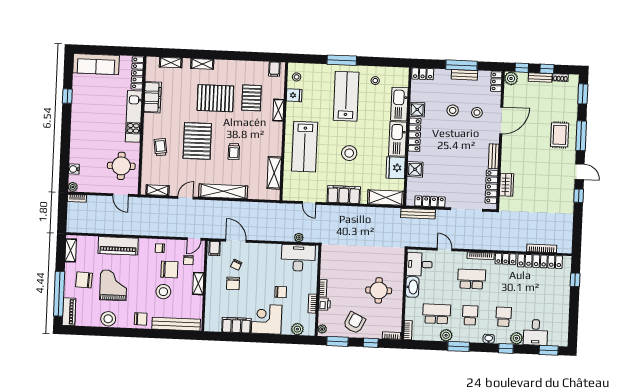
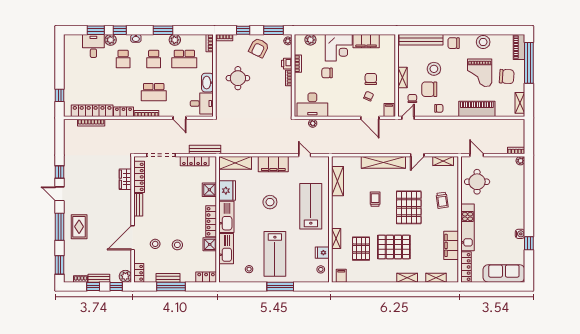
water cooler: (74, 169) -> (520, 234), moved
window: (549, 350) -> (96, 30), moved

